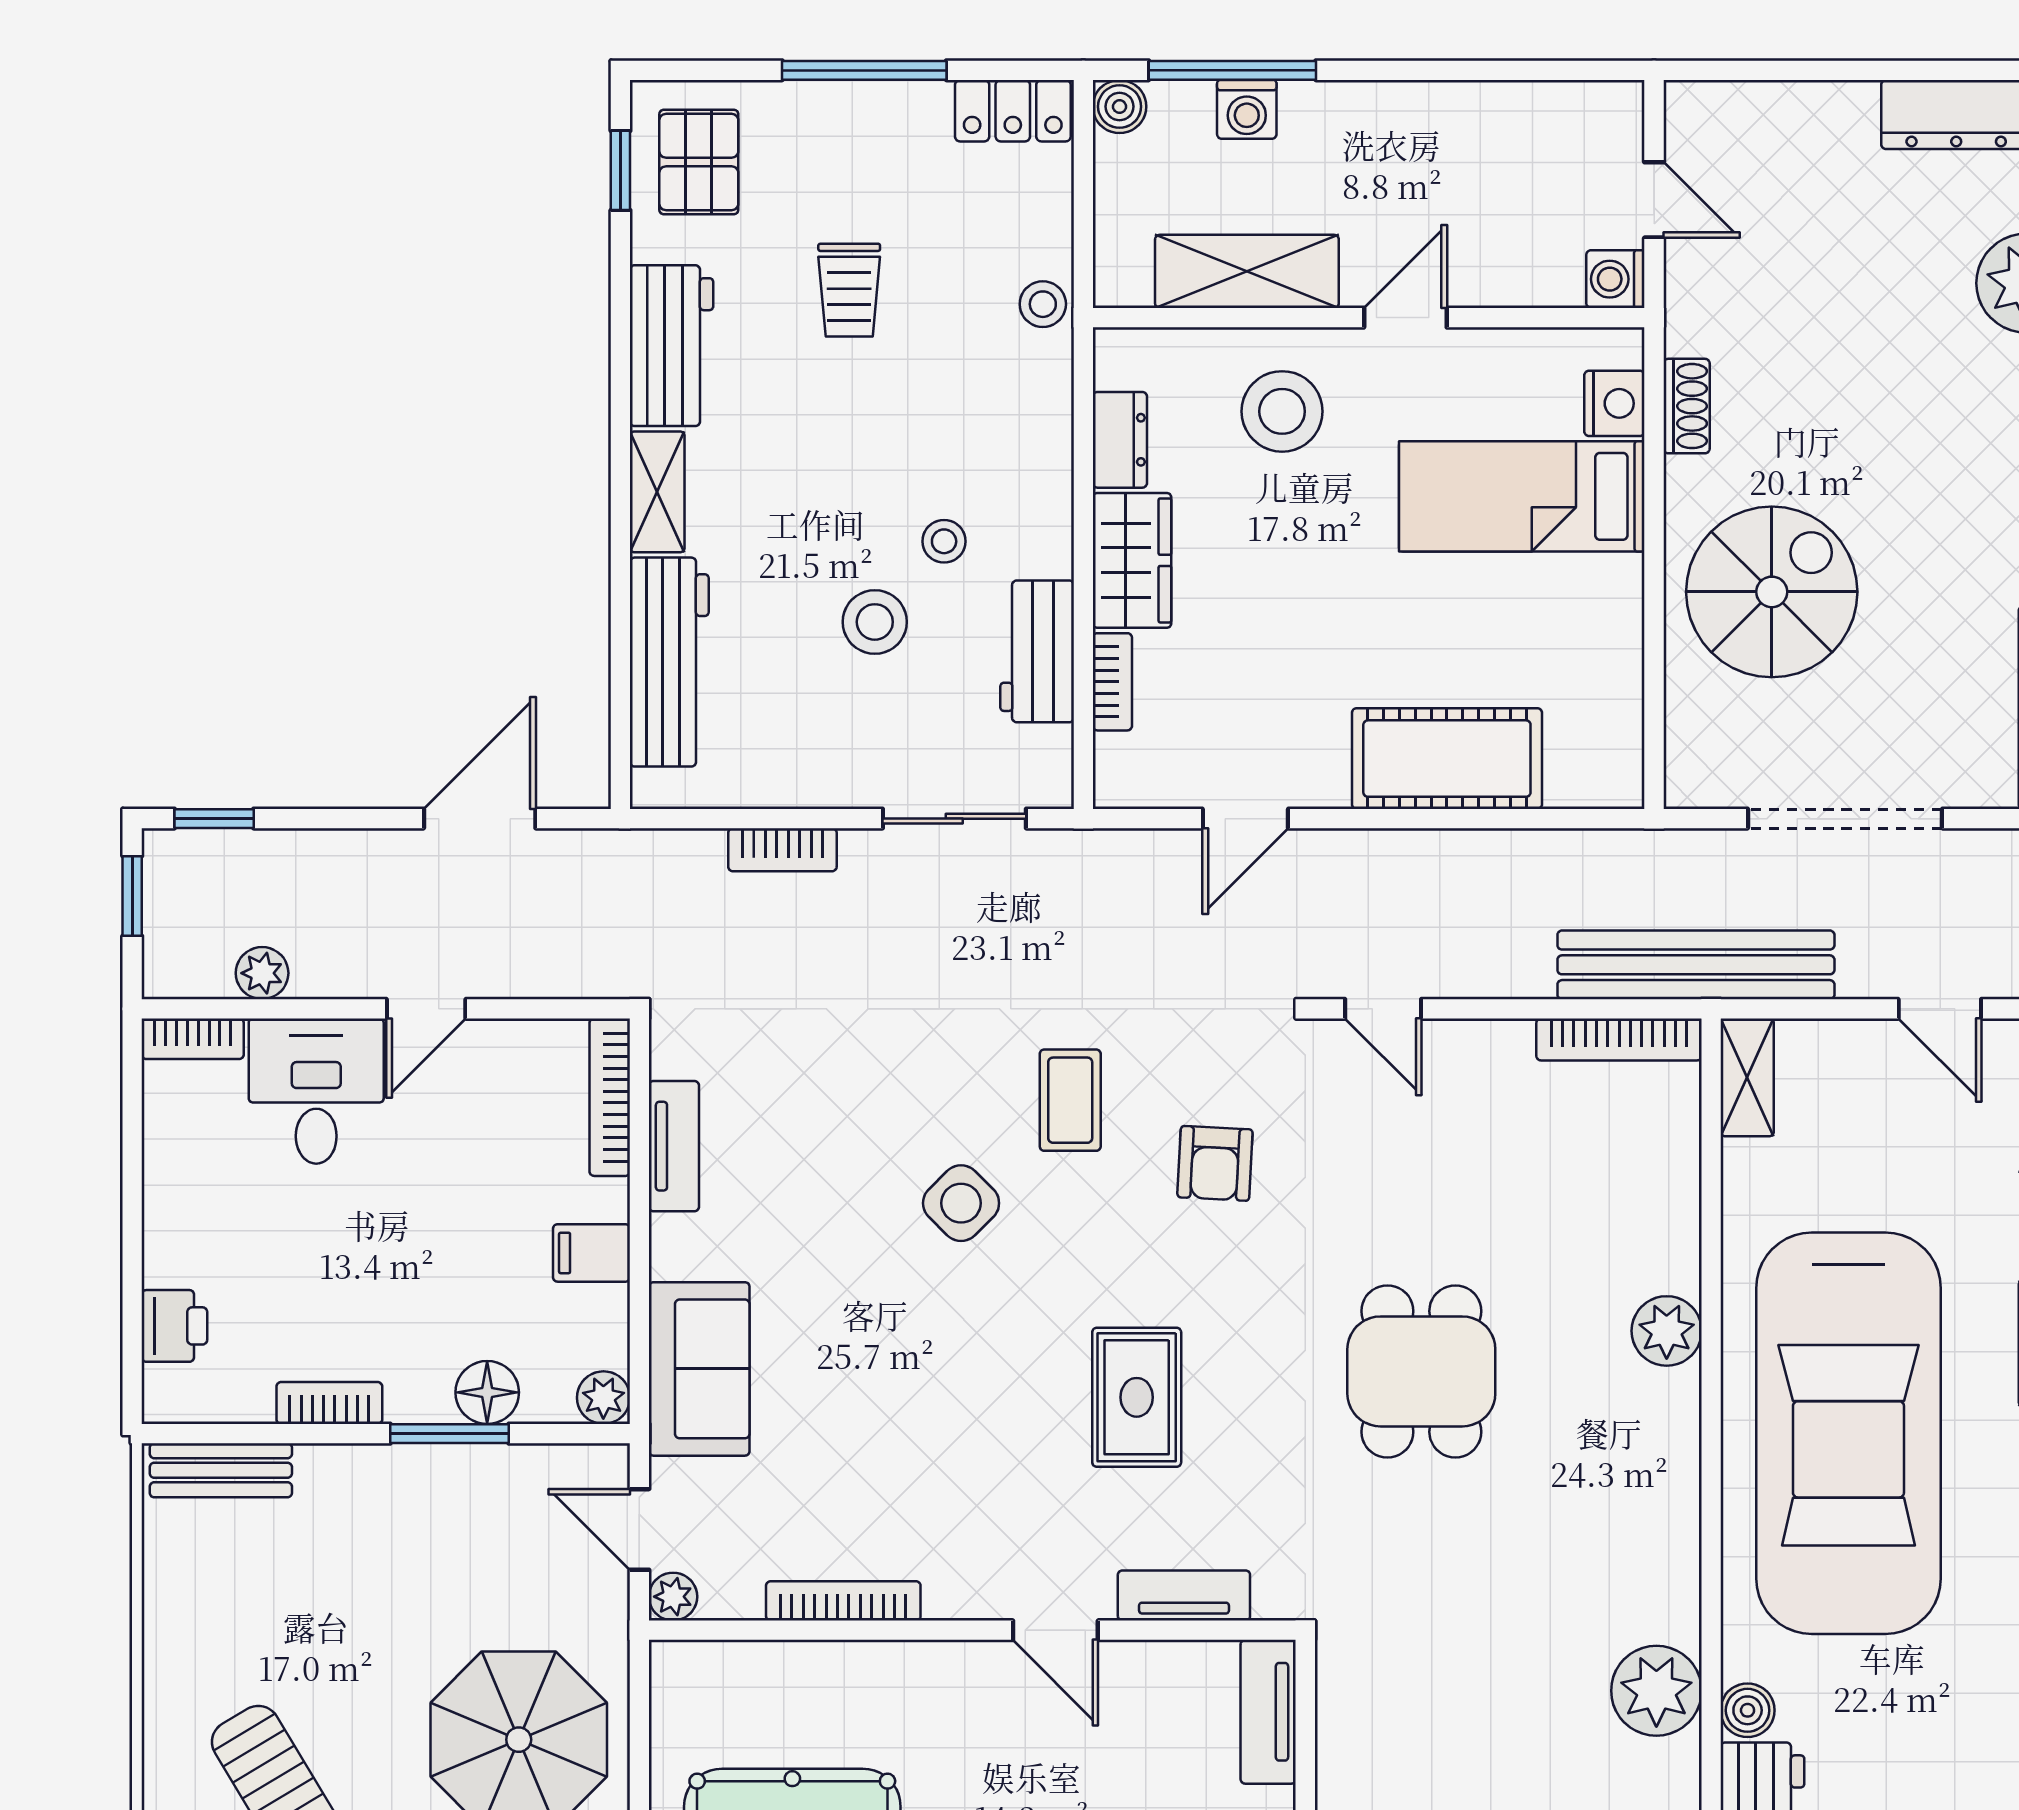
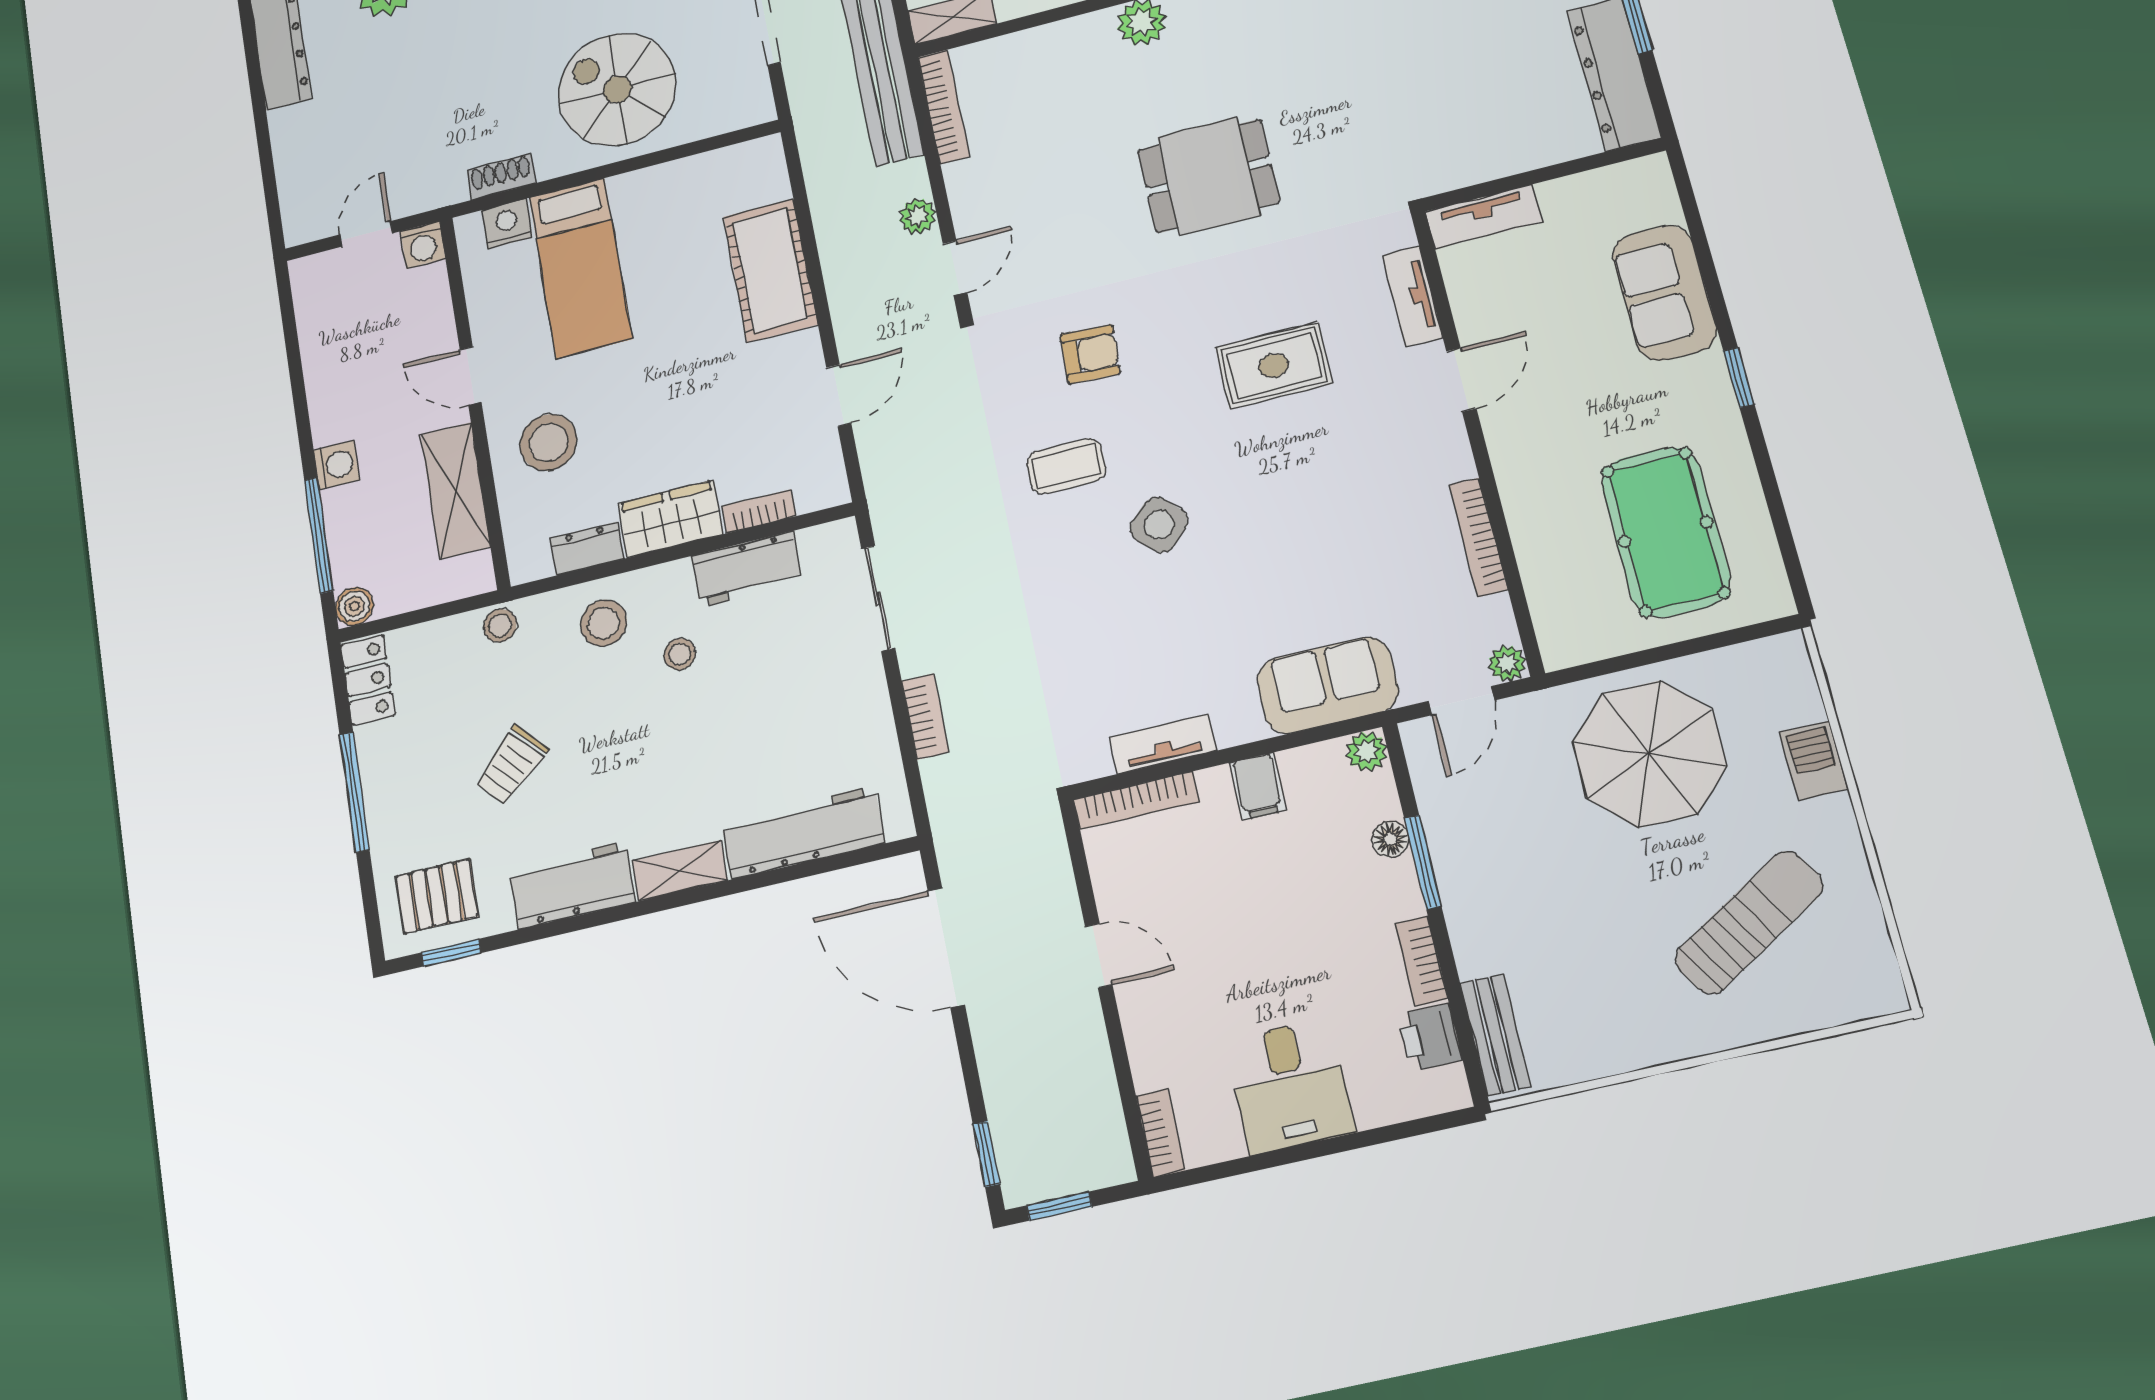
washing machine: (1247, 109) -> (336, 465), moved
trolley: (849, 290) -> (512, 765), turned 137
stool: (875, 622) -> (604, 623), moved
door: (480, 819) -> (946, 948), width x1.36
door: (1245, 819) -> (839, 395), hinge flipped
plant: (262, 973) -> (918, 216), moved
desk: (316, 1091) -> (1290, 1086), moved, turned -90
printer: (174, 1326) -> (1430, 1037), moved, turned -90
floor lamp: (487, 1392) -> (1390, 839), width x0.73, depth x0.73

